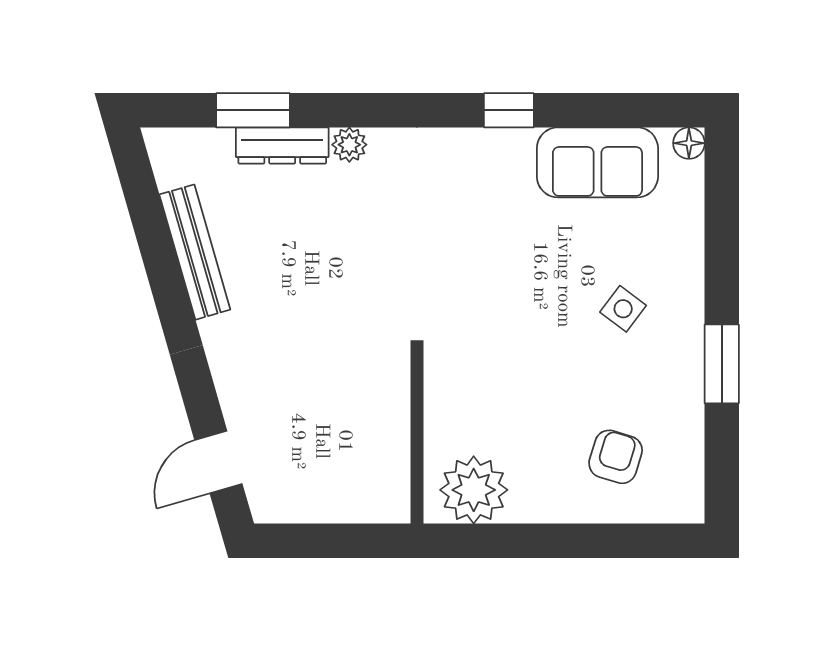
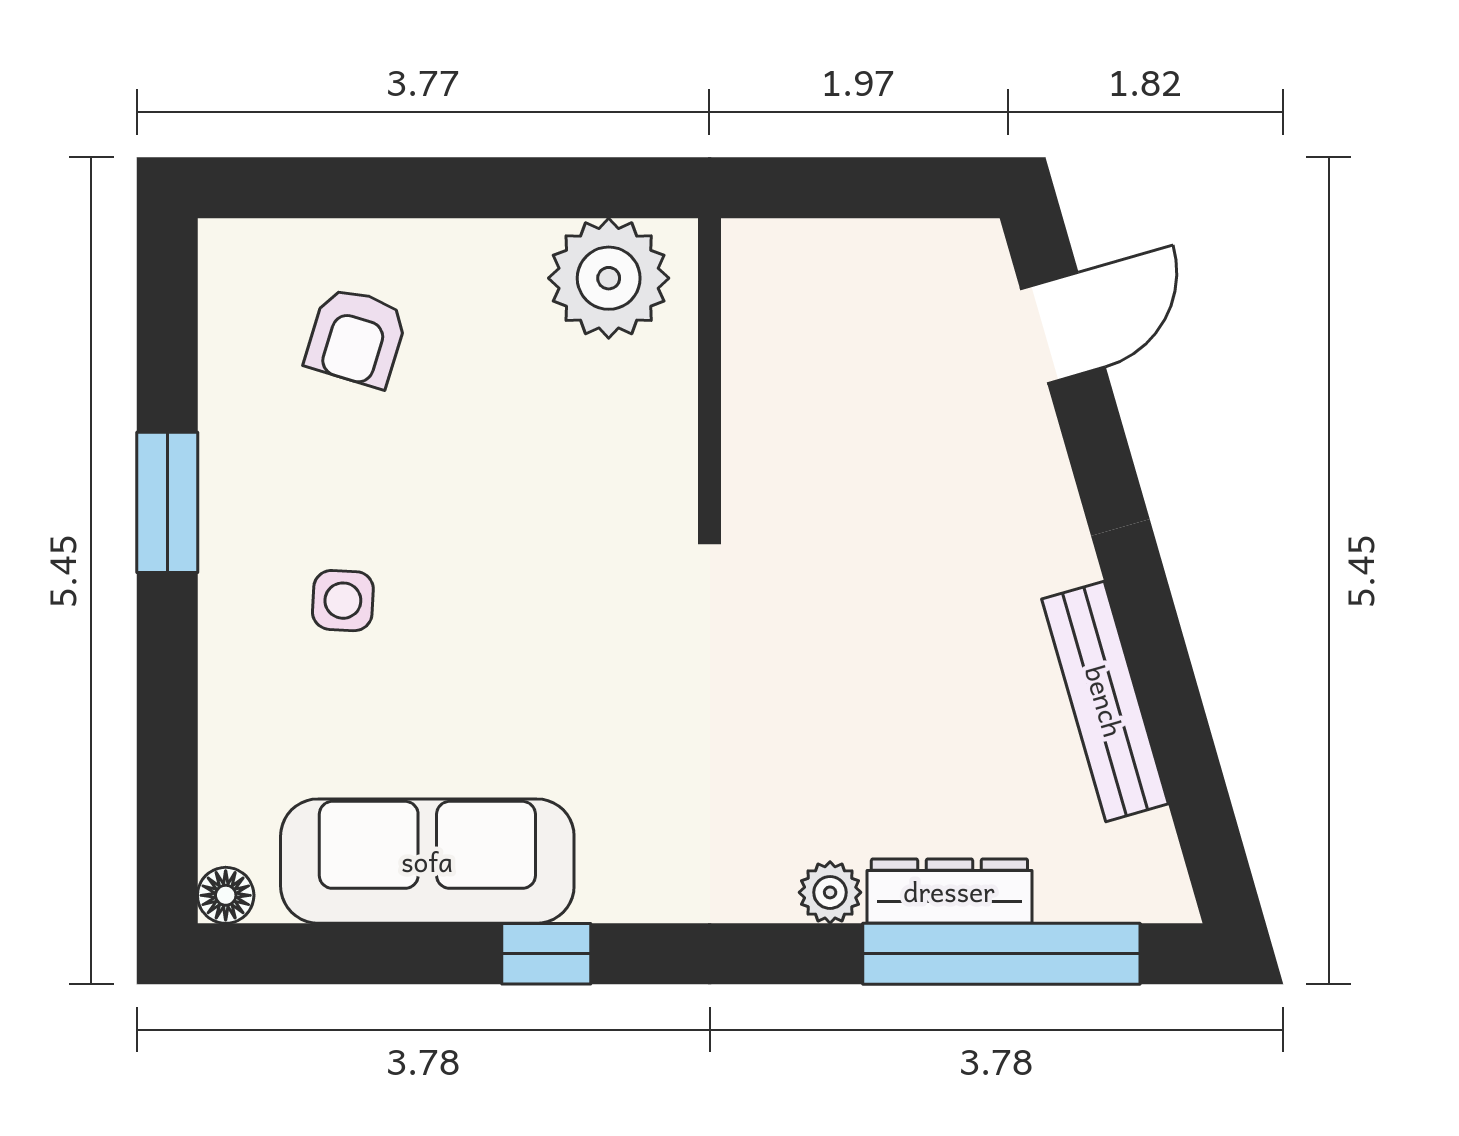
window: (253, 110) -> (1001, 954), width x2.11
sofa: (597, 162) -> (427, 861), width x1.36
side table: (623, 309) -> (343, 601), turned -34

